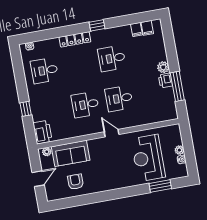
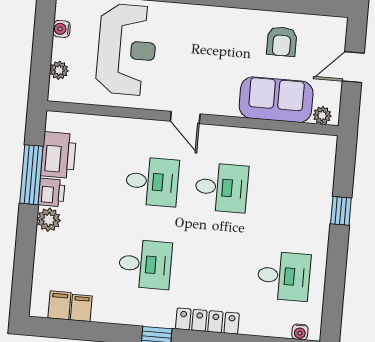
printer: (43, 132) -> (58, 155), moved, turned 180
plant: (179, 150) -> (59, 70), moved

